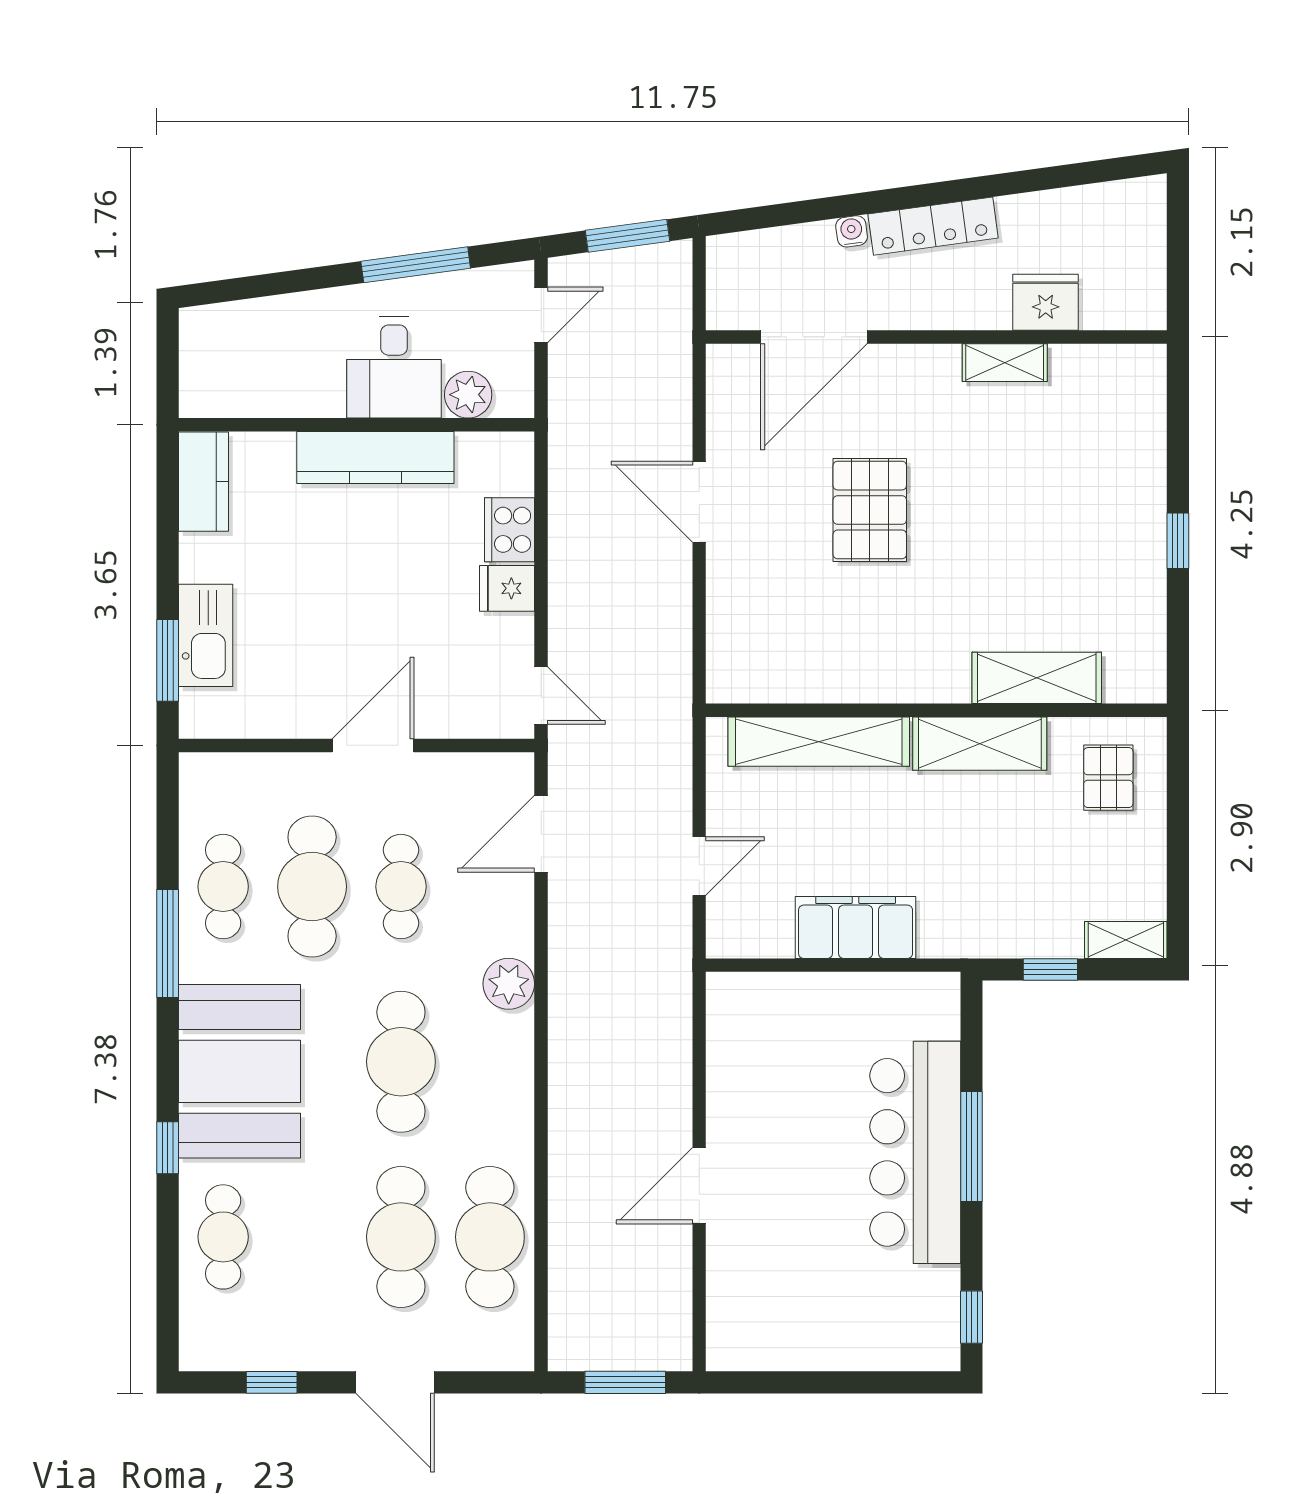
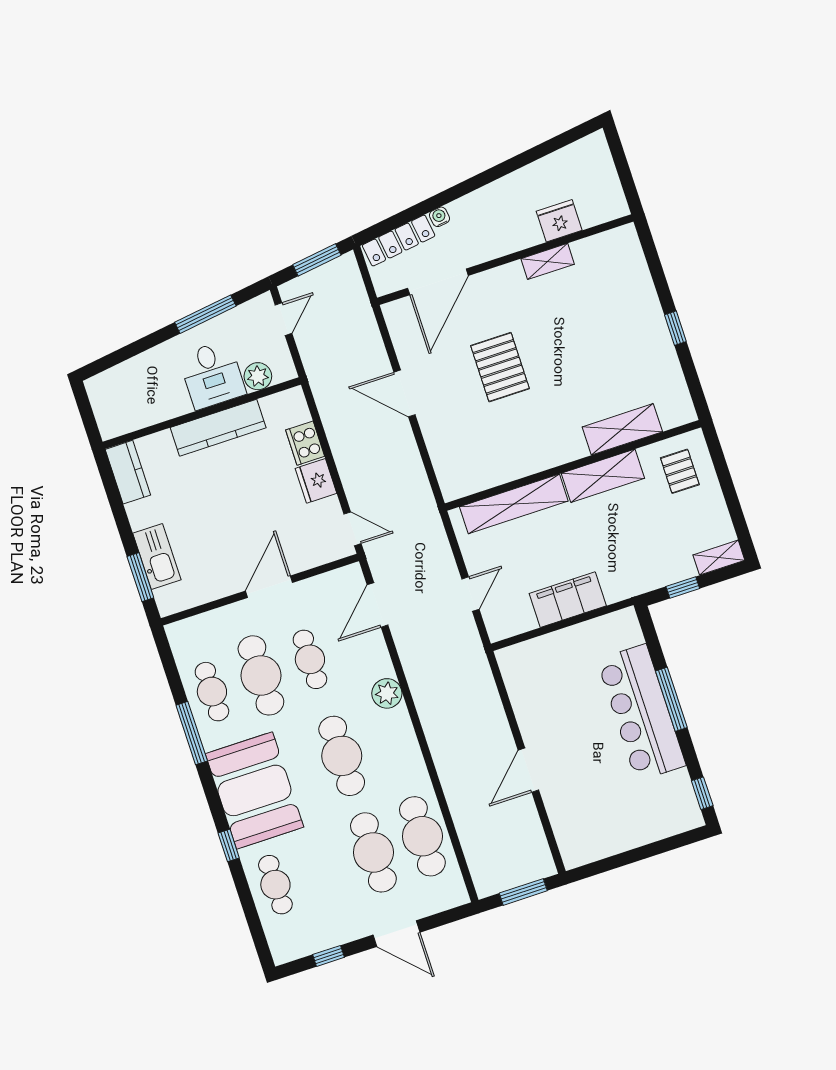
locker: (933, 226) -> (399, 241), moved
fridge: (507, 588) -> (316, 481), width x1.38

